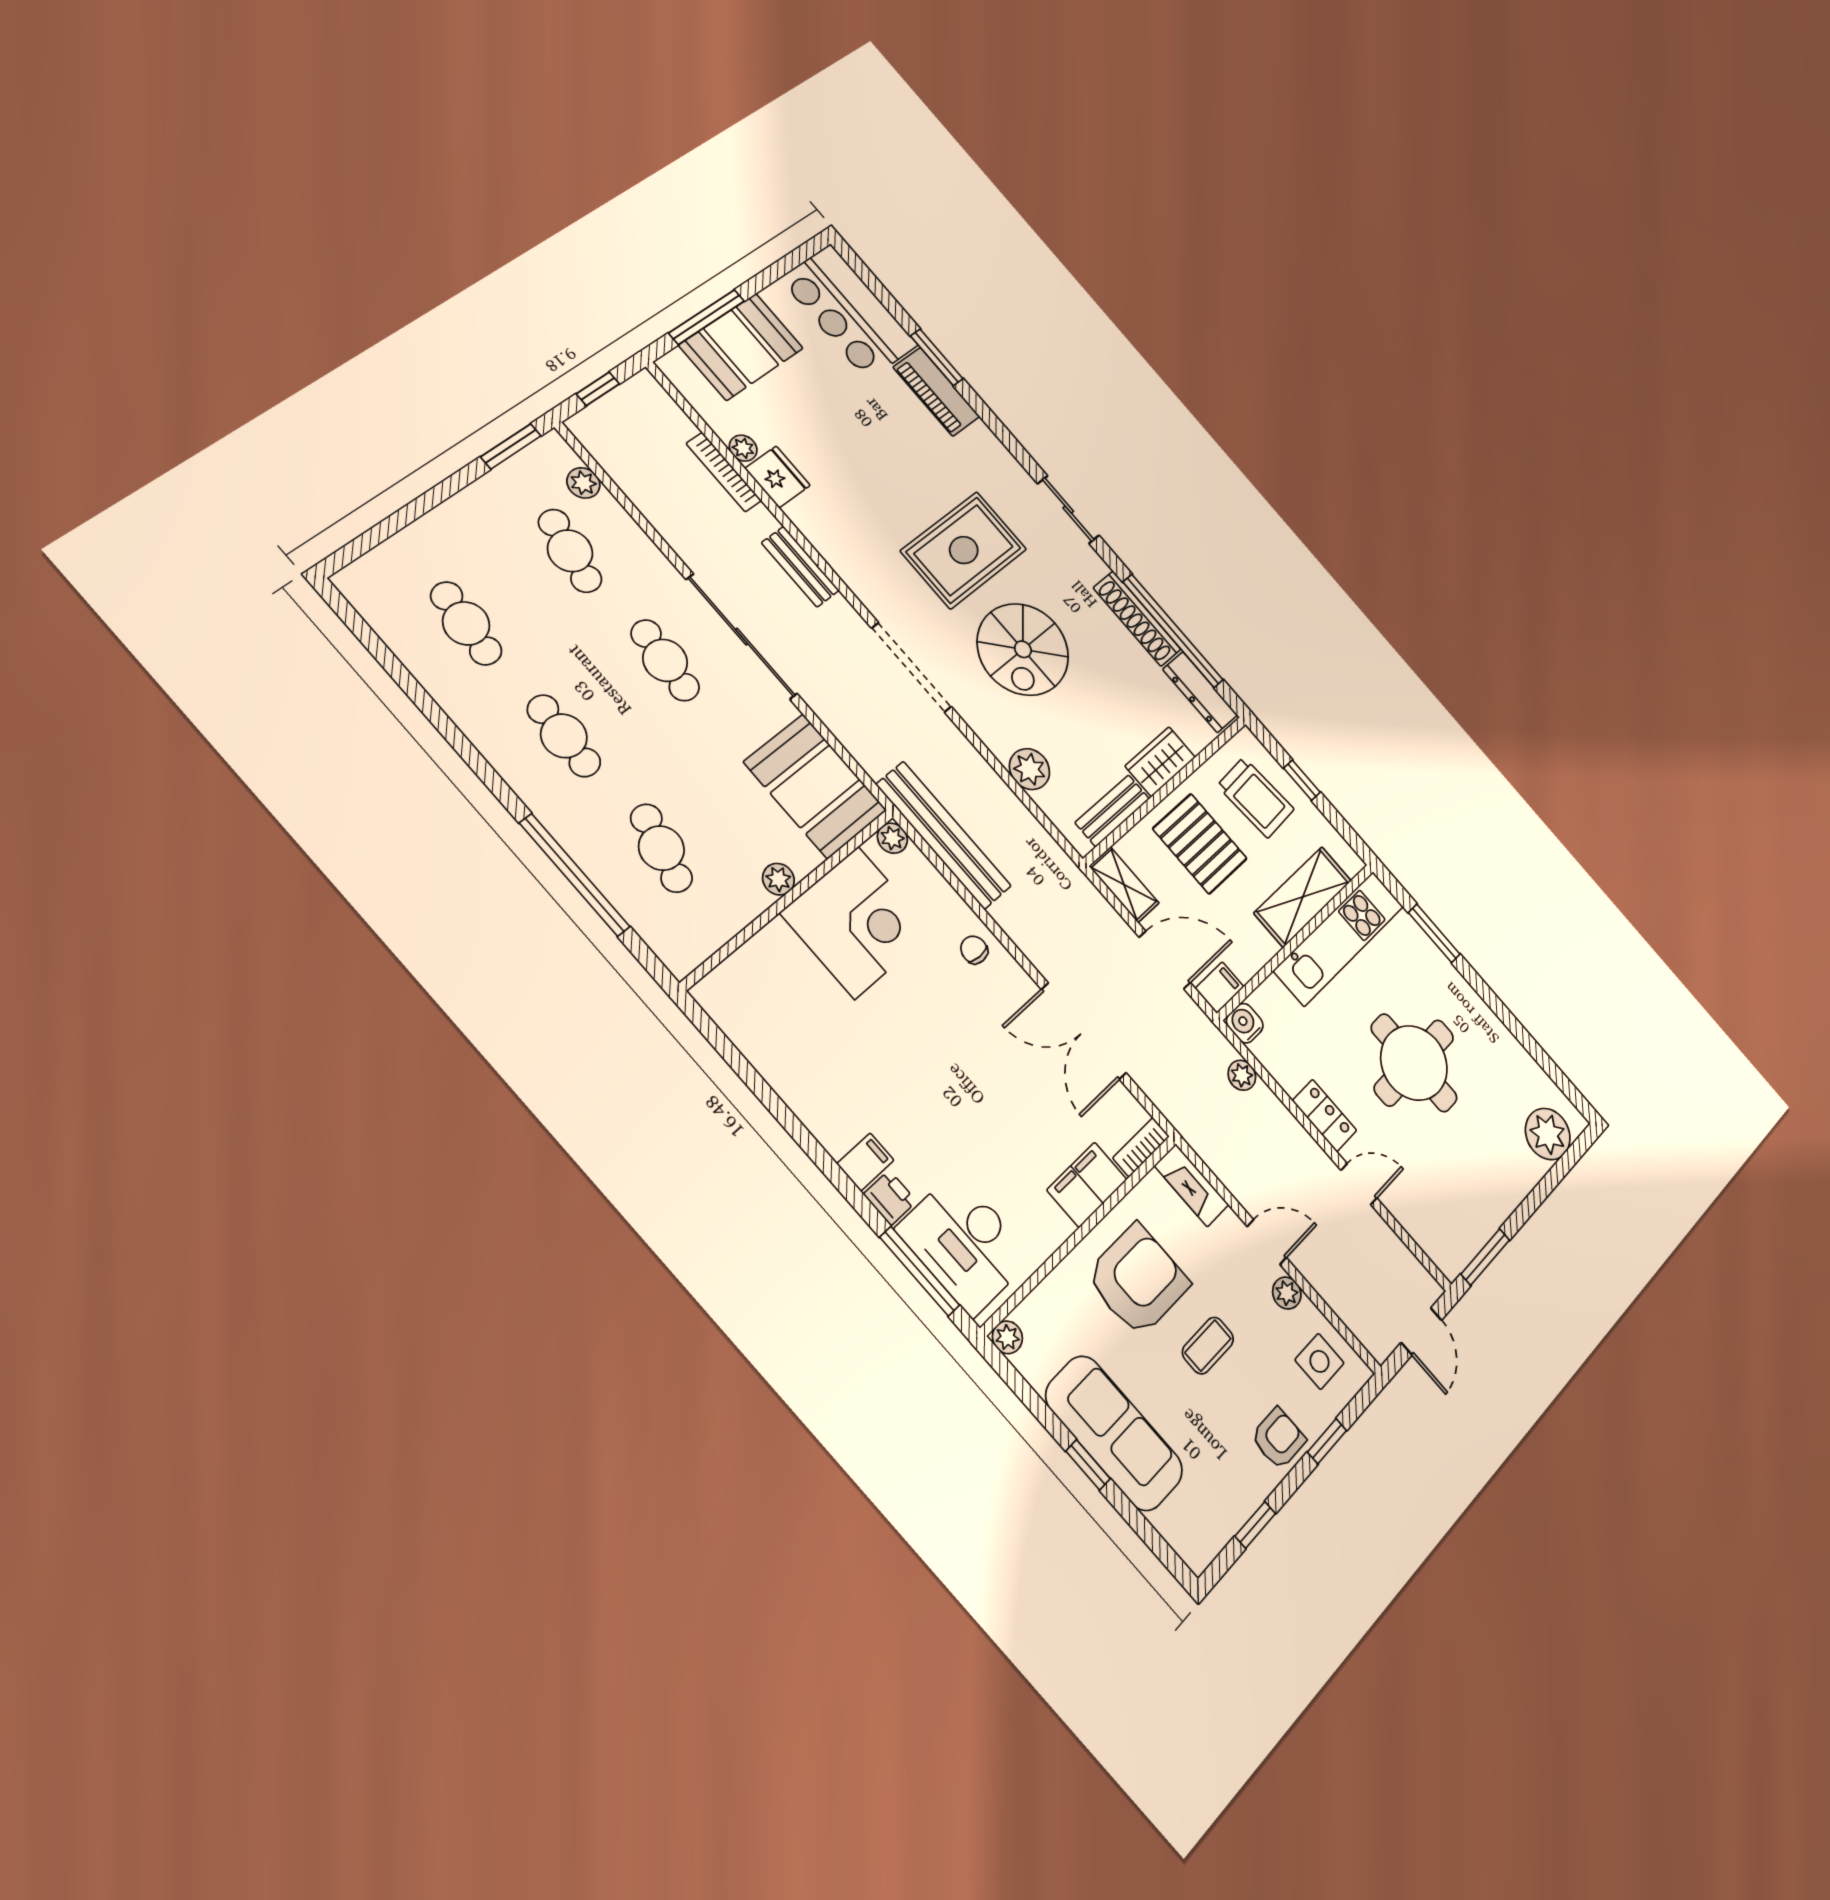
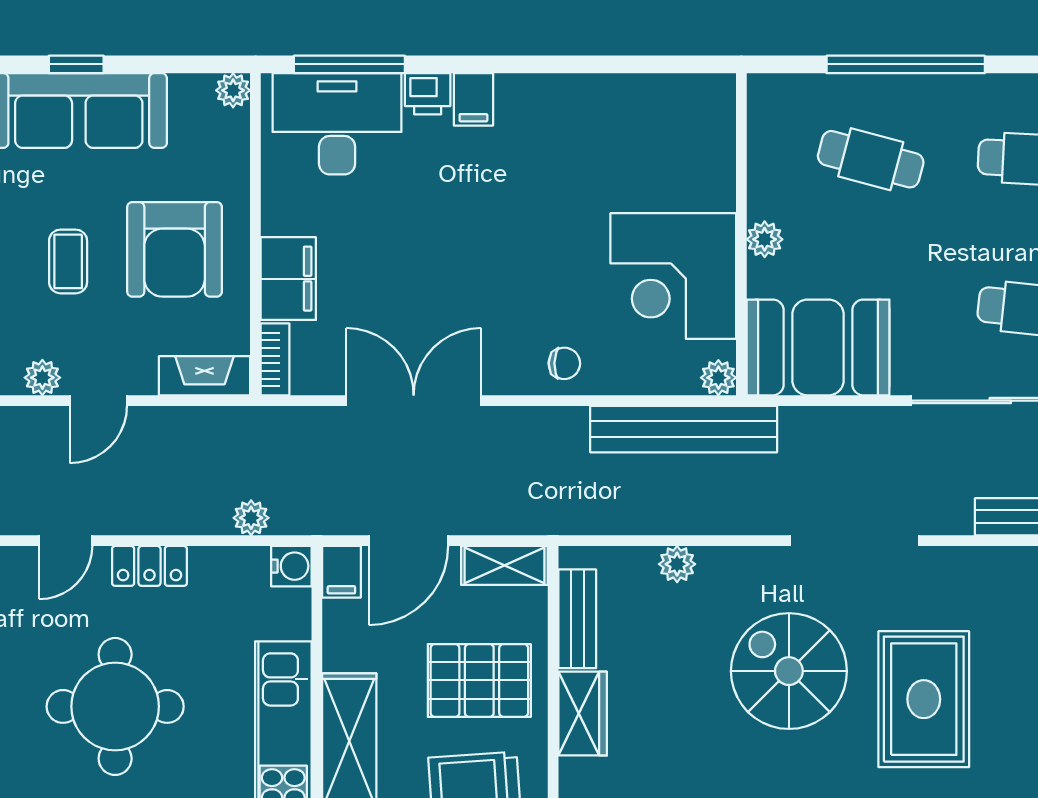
plant: (1030, 769) -> (677, 564), width x0.73, depth x0.73

